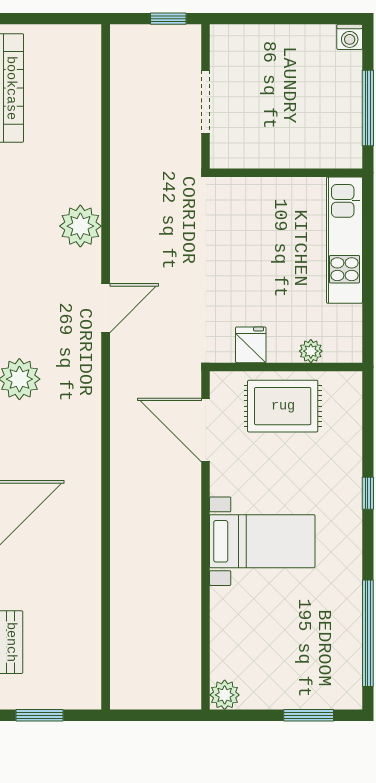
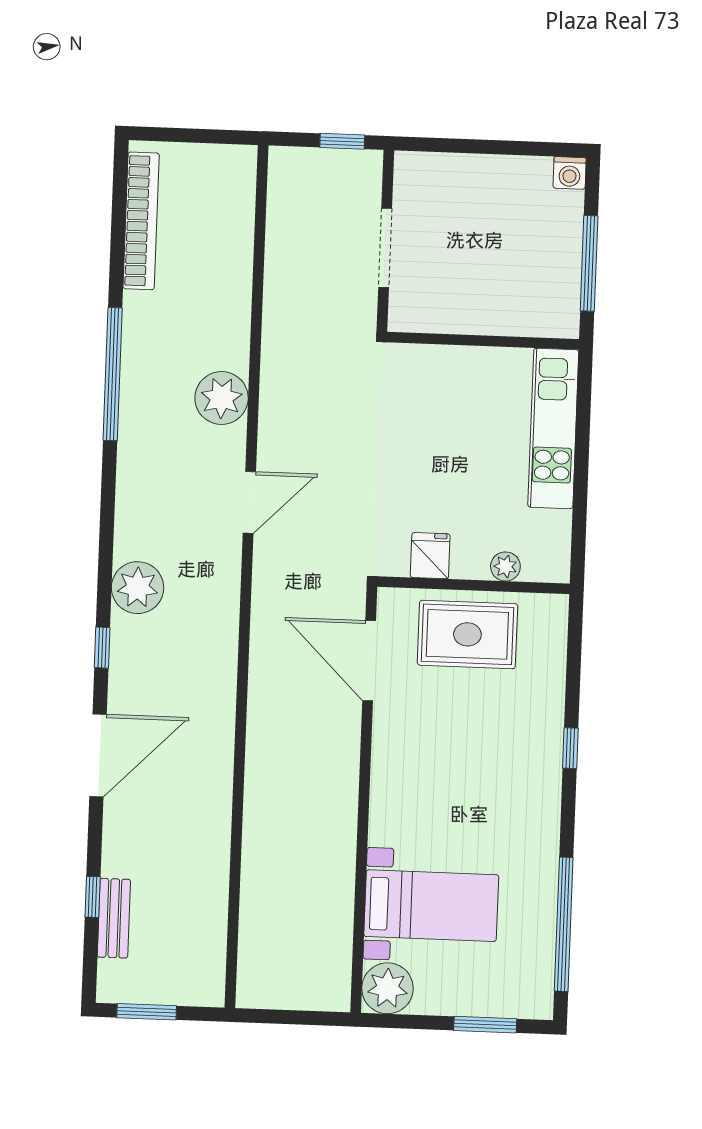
bed with nightstands: (262, 541) -> (431, 906), moved
plant: (225, 695) -> (387, 988), width x1.36, depth x1.36

